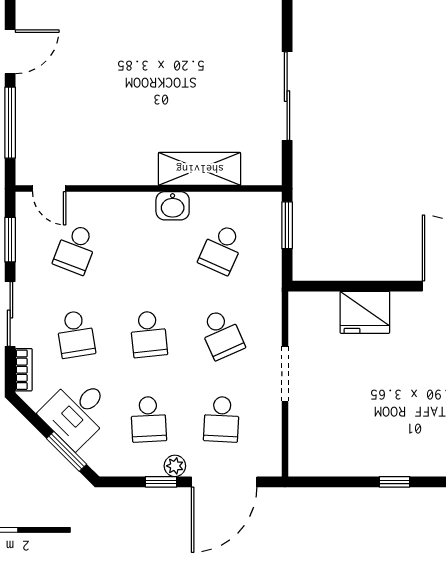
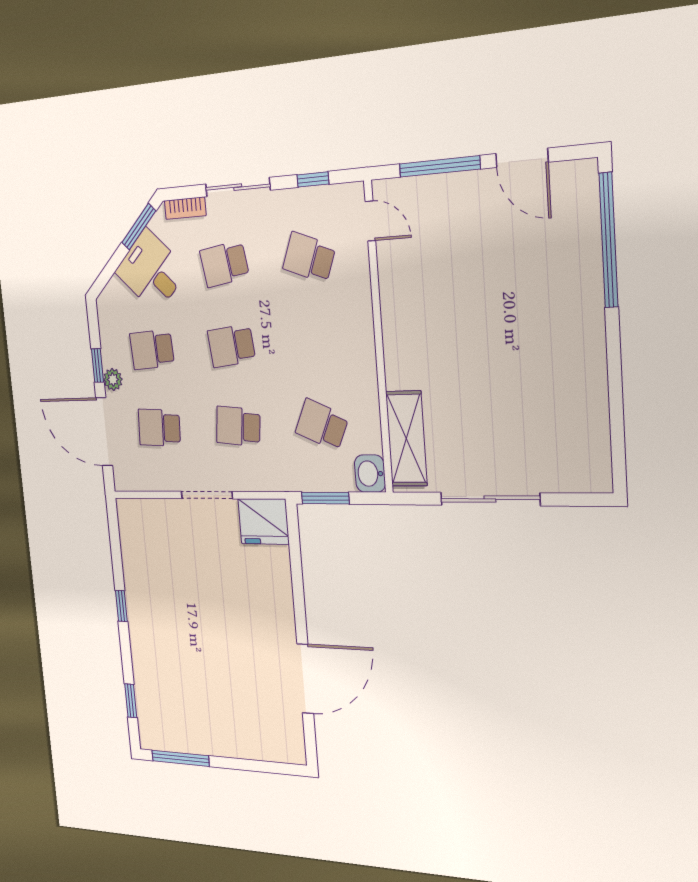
shelving: (200, 169) -> (406, 439), moved
door: (49, 189) -> (370, 221), swing flipped
washbasin: (173, 206) -> (370, 474), moved
window: (287, 225) -> (325, 498), moved
window: (10, 240) -> (313, 179), width x0.67
fridge: (365, 312) -> (263, 522), moved, turned -90
school desk: (221, 334) -> (238, 426), turned 30
window: (67, 451) -> (139, 227), moved

